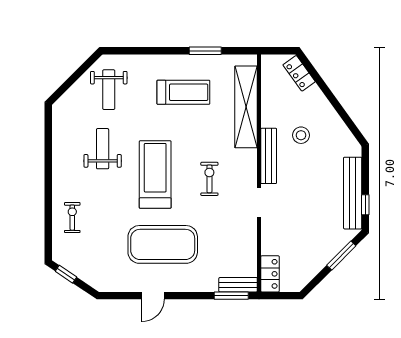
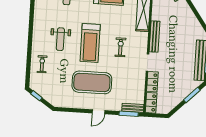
stool: (301, 135) -> (173, 26), removed
weight bench: (103, 149) -> (60, 39), moved, turned 180
treadmill: (155, 175) -> (90, 43), turned 180
locker: (270, 236) -> (152, 82), added
door: (153, 296) -> (98, 112), moved

